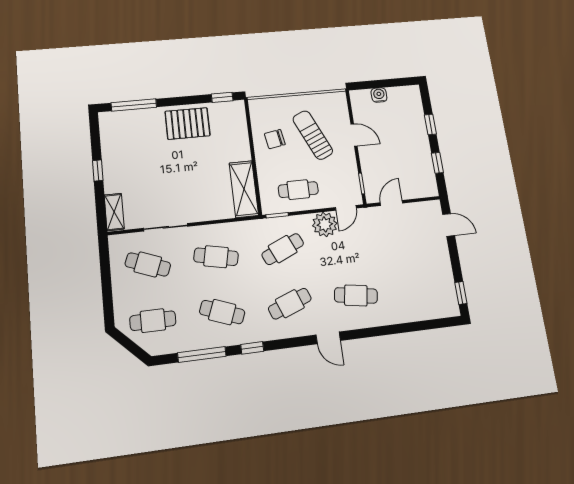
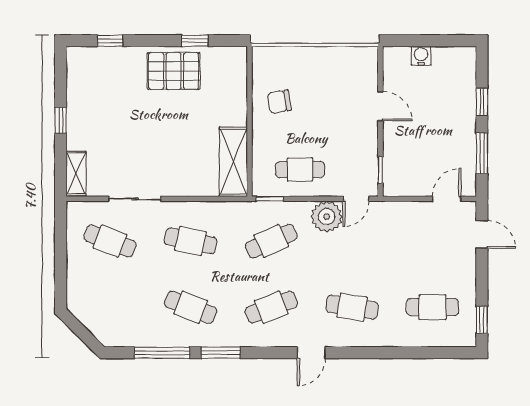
window: (222, 97) -> (195, 41), moved
window: (134, 105) -> (110, 41), width x0.46
sun lounger: (313, 135) -> (328, 101), removed
window: (437, 163) -> (482, 153), width x1.50
door: (391, 203) -> (447, 199), moved
cafe table: (153, 321) -> (433, 307), moved
door: (328, 338) -> (311, 353), hinge flipped
window: (252, 348) -> (221, 353), width x1.50

